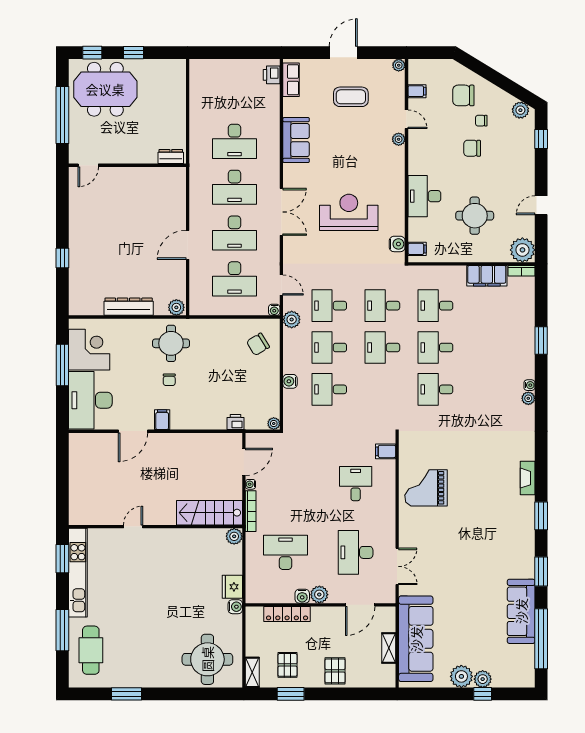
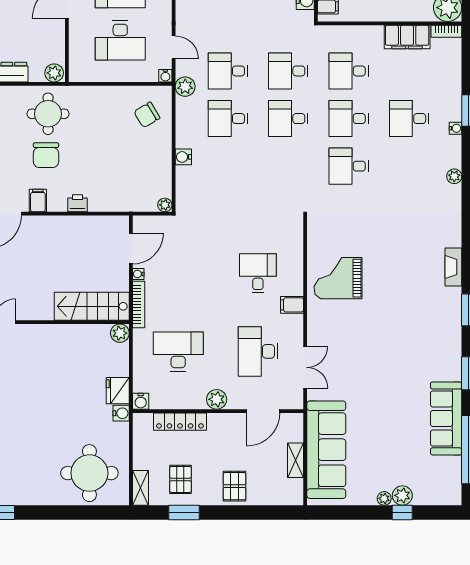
chair: (169, 380) -> (46, 155), width x1.87, depth x1.87
water cooler: (529, 385) -> (456, 128), moved
desk: (329, 389) -> (409, 119), moved
printer: (236, 422) -> (78, 203), moved
filing cabinet: (386, 451) -> (292, 305), moved
water cooler: (302, 596) -> (141, 401), moved
plant: (461, 676) -> (384, 498), width x0.53, depth x0.53

